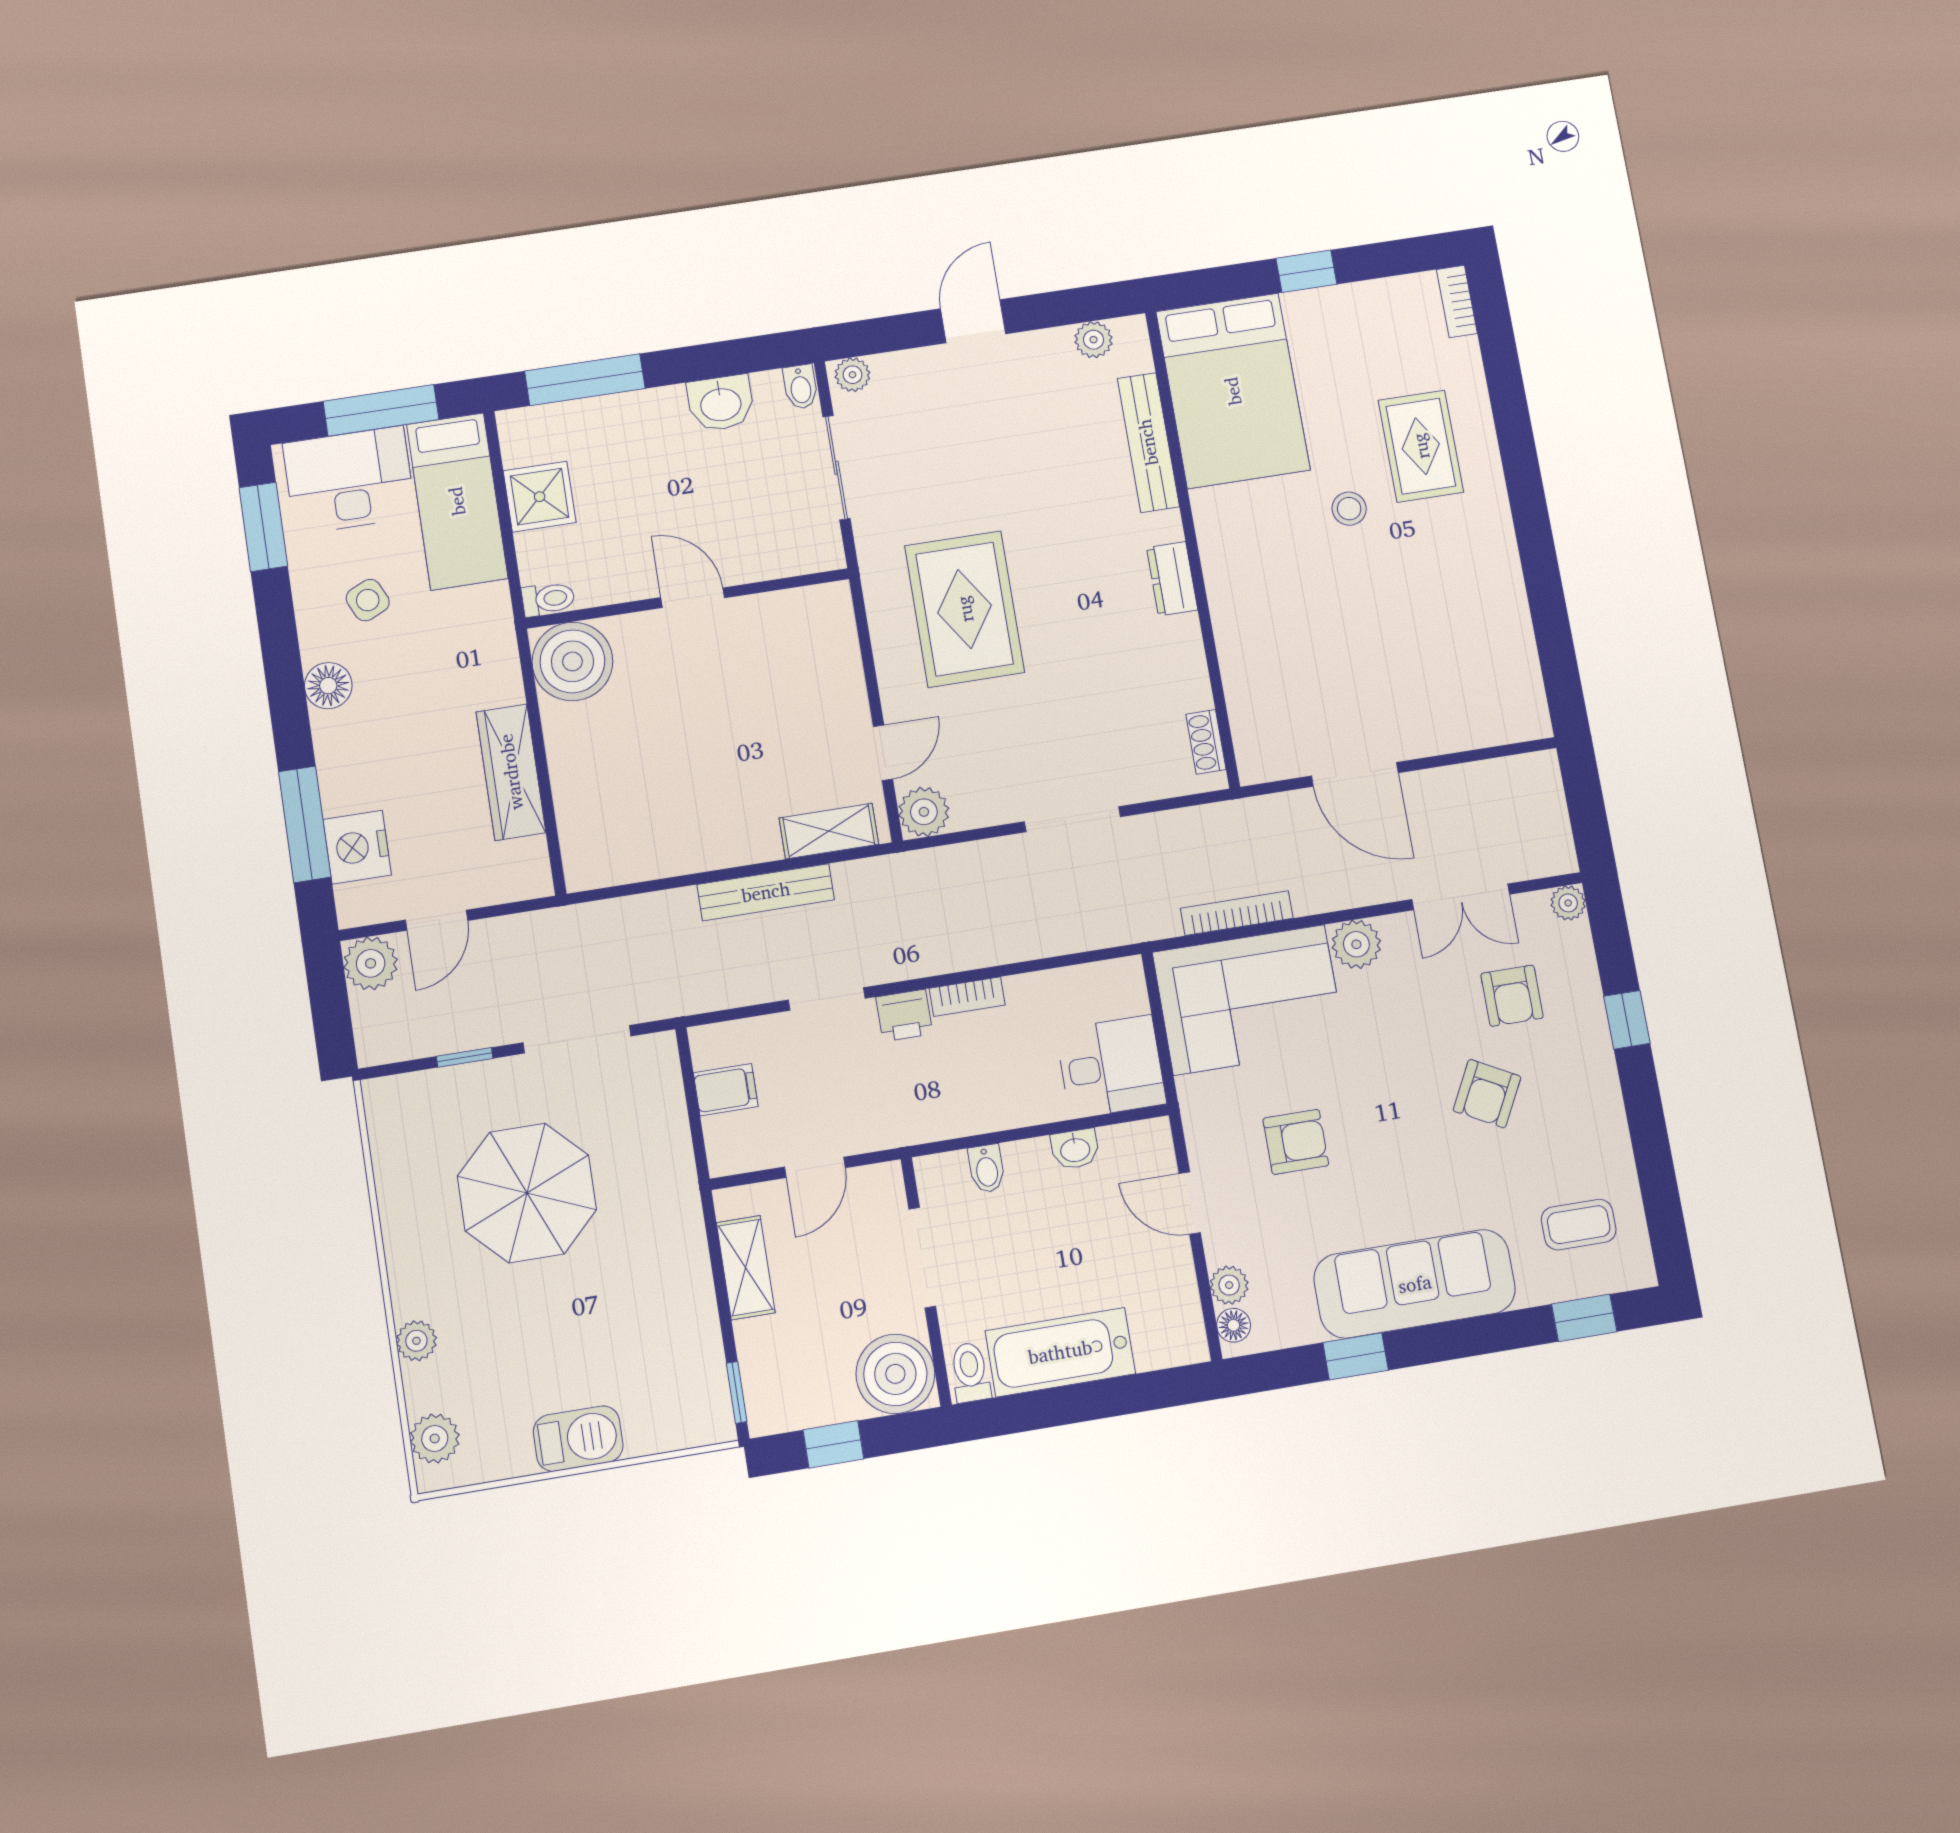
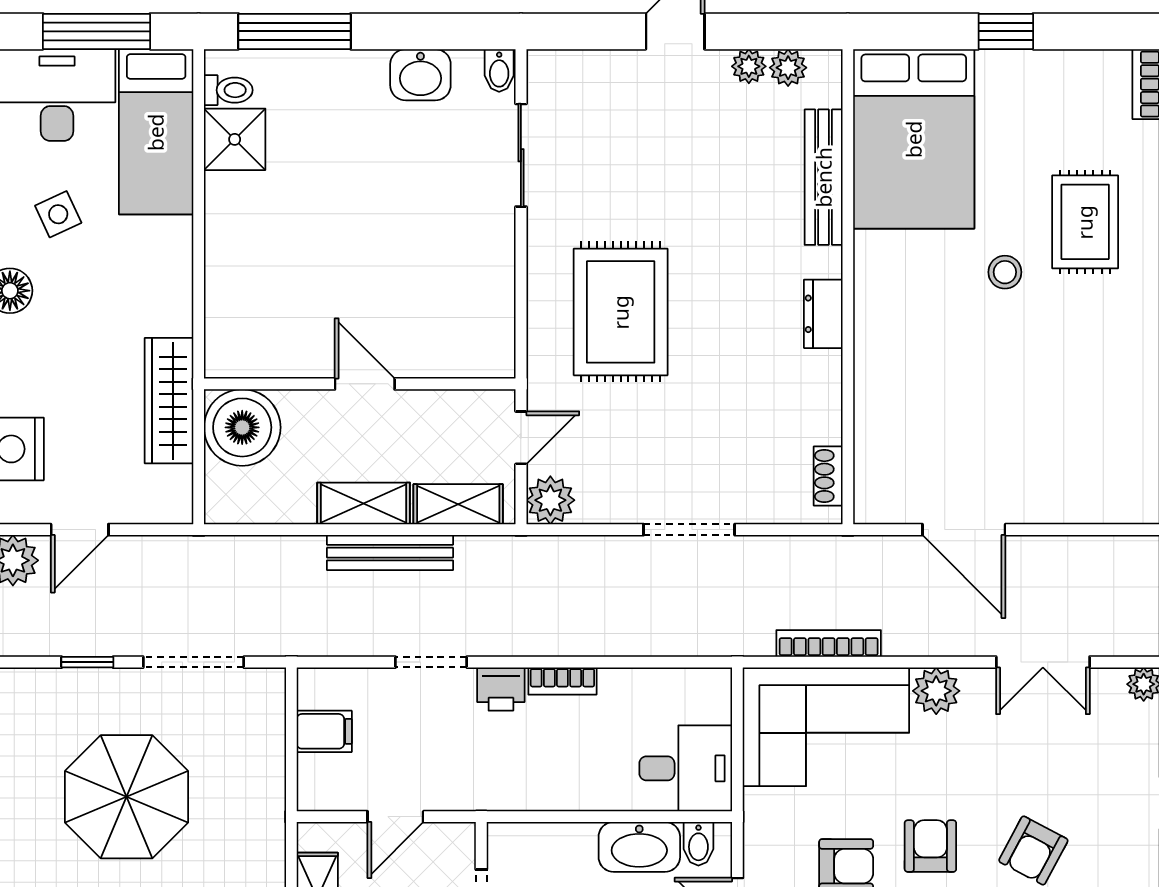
plant: (852, 375) -> (749, 66), moved
wall: (688, 598) -> (360, 384), moved
door: (693, 598) -> (365, 384), moved
toilet: (548, 599) -> (228, 90), moved
boiler: (572, 661) -> (242, 427), moved
shelving: (730, 846) -> (364, 503), added
armchair: (1512, 996) -> (930, 846), moved, turned 180
washbasin: (1075, 1149) -> (639, 847), width x1.91, depth x1.45
bidet: (987, 1169) -> (698, 844), moved

